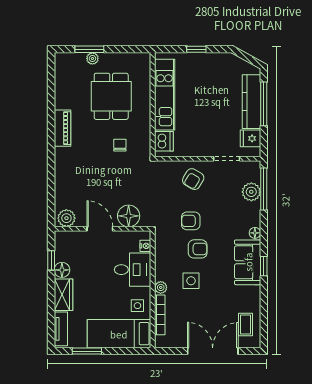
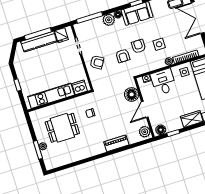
piano: (62, 128) -> (116, 143), moved
plant: (251, 192) -> (109, 20), moved
floor lamp: (62, 270) -> (161, 130), moved

